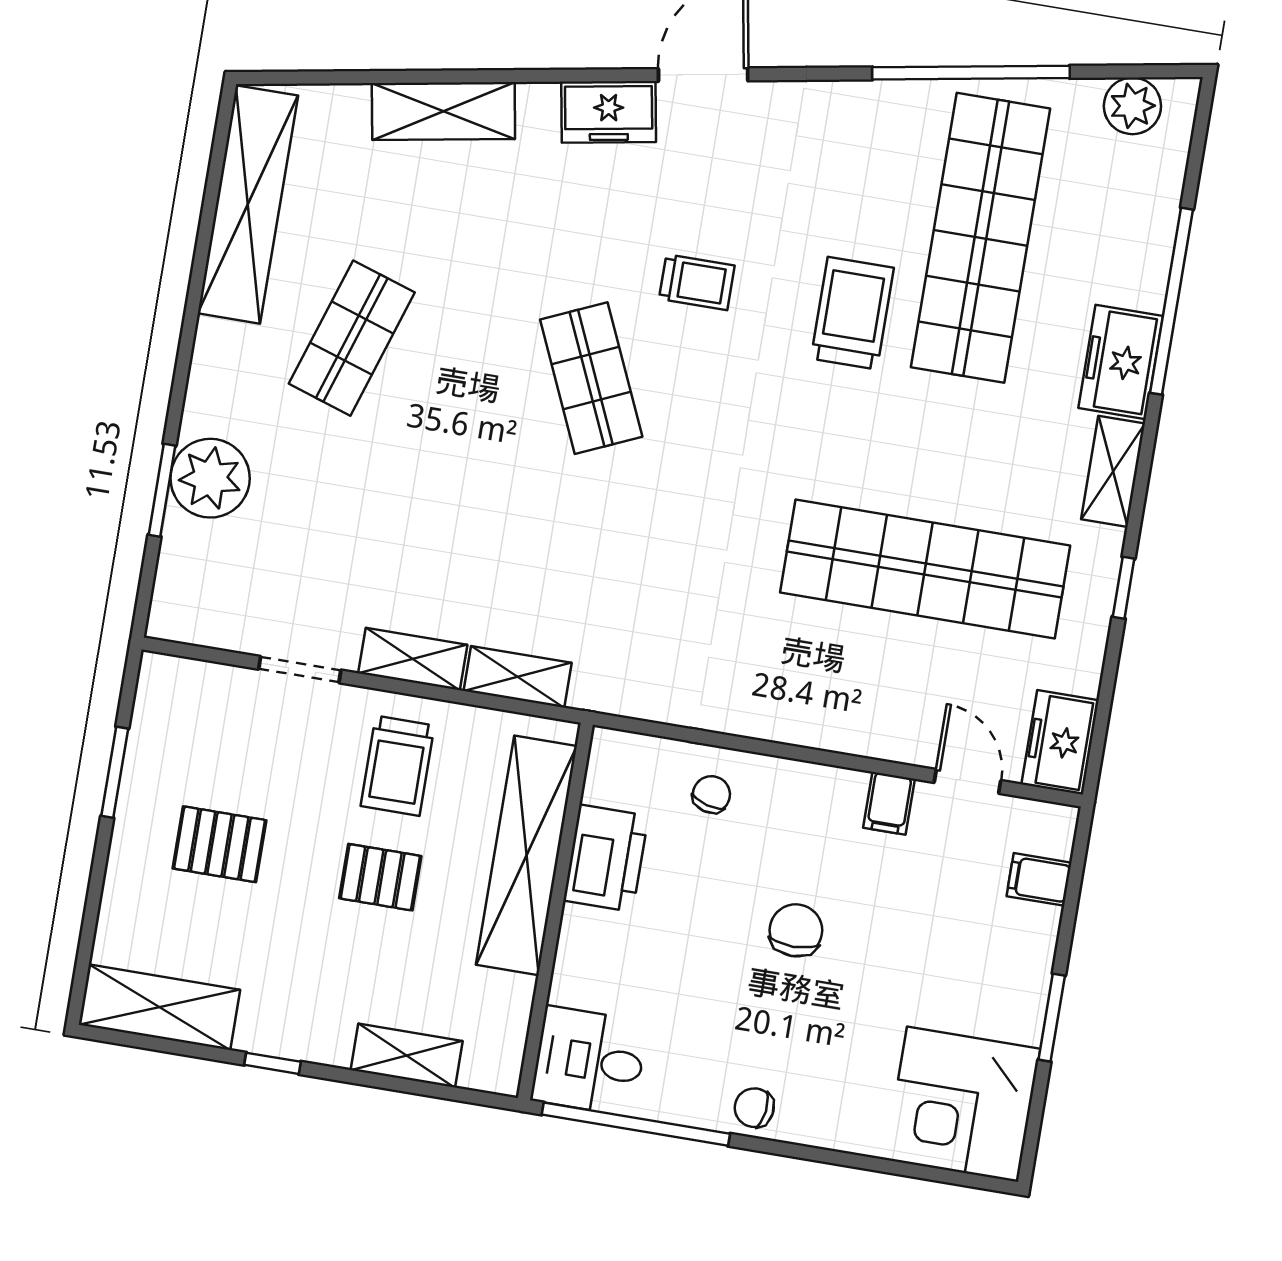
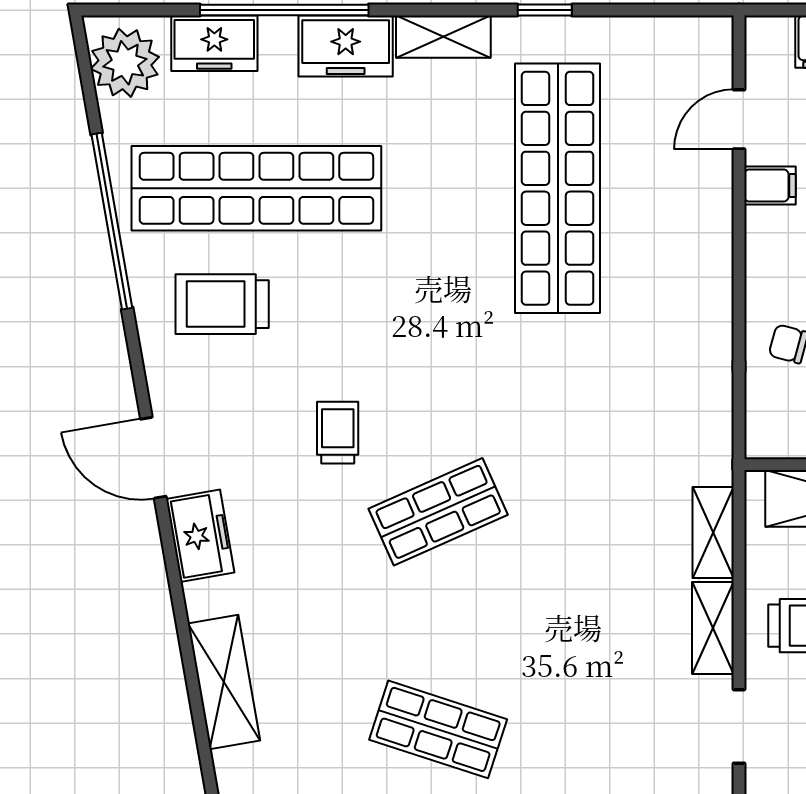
plant: (1132, 106) -> (125, 63), width x1.36, depth x1.36
trolley: (852, 313) -> (222, 304), moved
freezer: (1060, 742) -> (214, 43), moved

